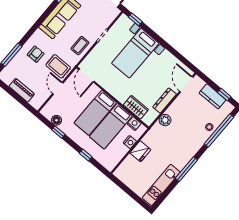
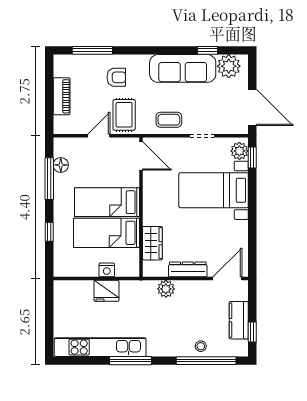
plant: (126, 23) -> (239, 151), added
door: (86, 75) -> (141, 156), swing flipped
nightstand: (134, 124) -> (132, 257), removed
window: (58, 132) -> (49, 179), width x2.17
kitchen unit: (161, 185) -> (100, 347), width x1.36

